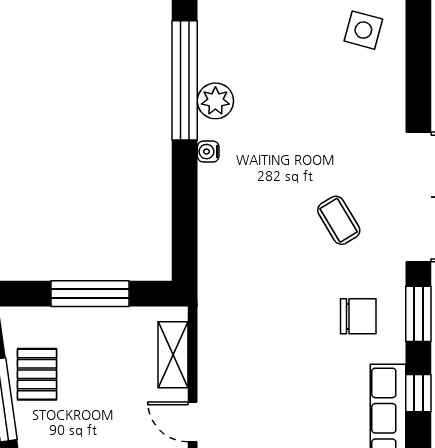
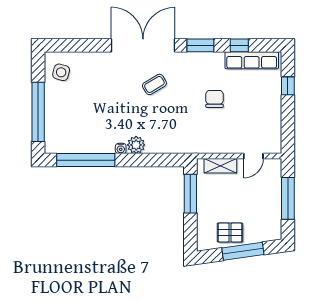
plant: (215, 101) -> (136, 145), moved
window: (90, 294) -> (190, 194), moved
chair: (358, 316) -> (215, 99), moved

